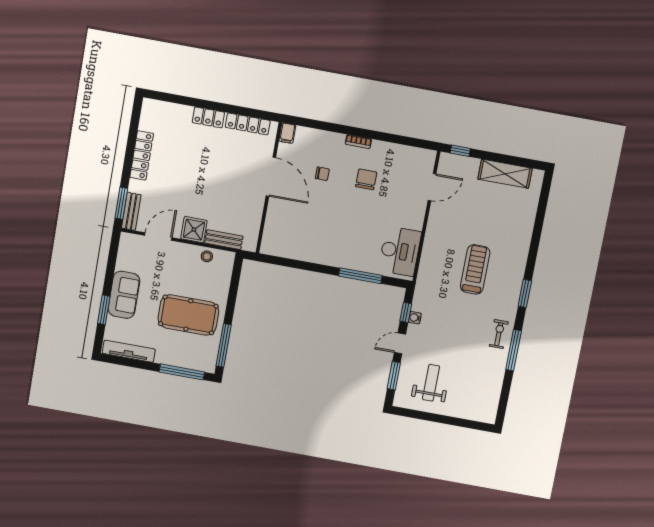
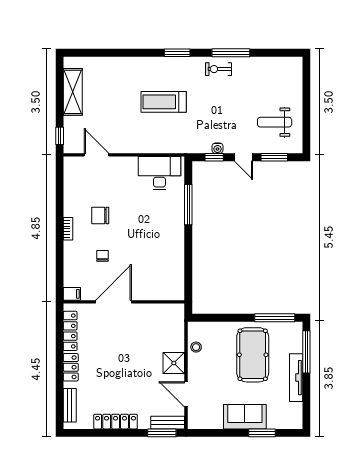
bench: (224, 240) -> (70, 405), moved
tv unit: (129, 351) -> (296, 378), moved

